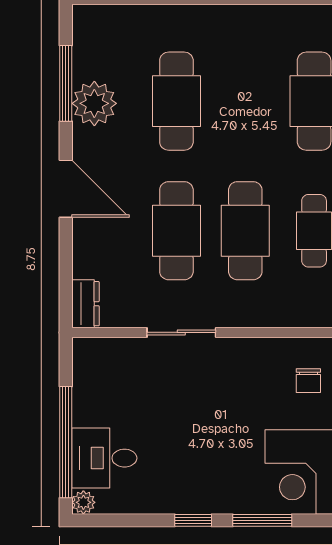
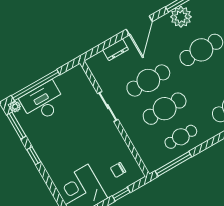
dresser: (85, 304) -> (116, 50), moved
desk: (104, 458) -> (43, 102), width x1.37
window: (262, 520) -> (16, 126), moved

